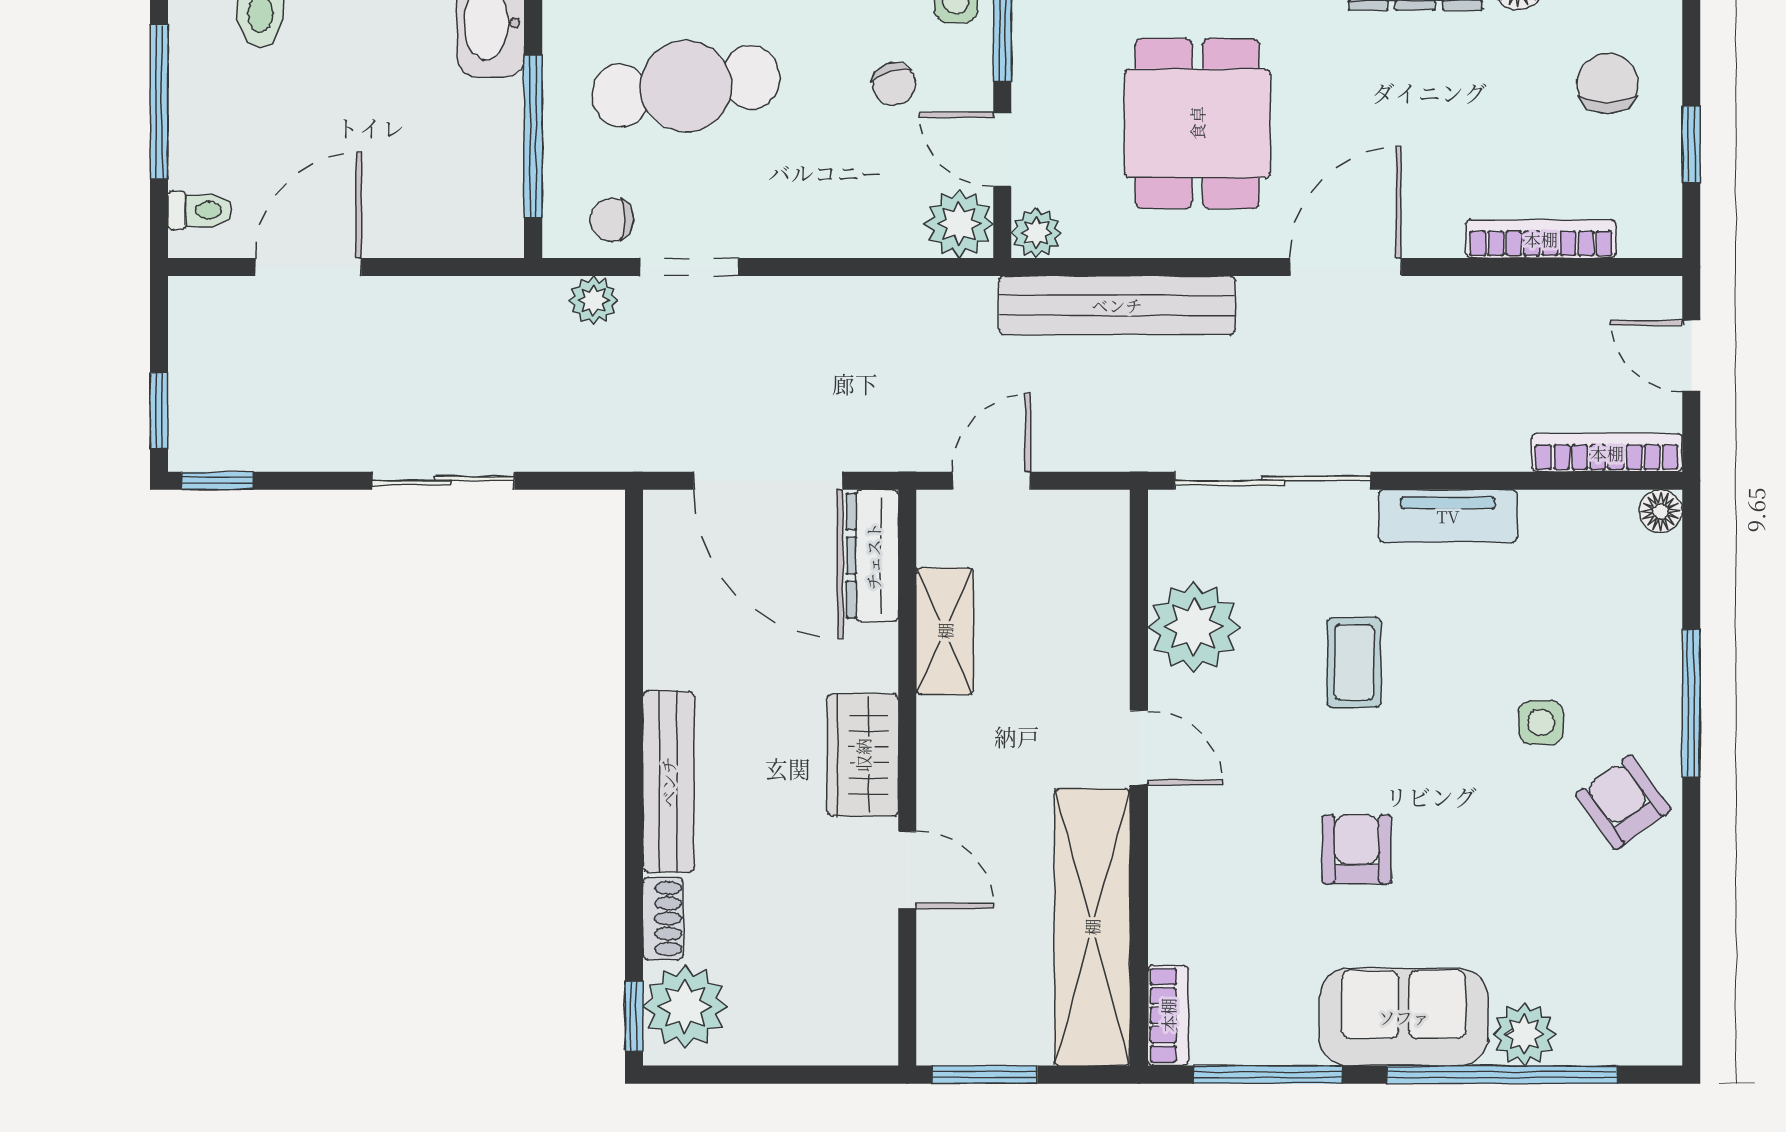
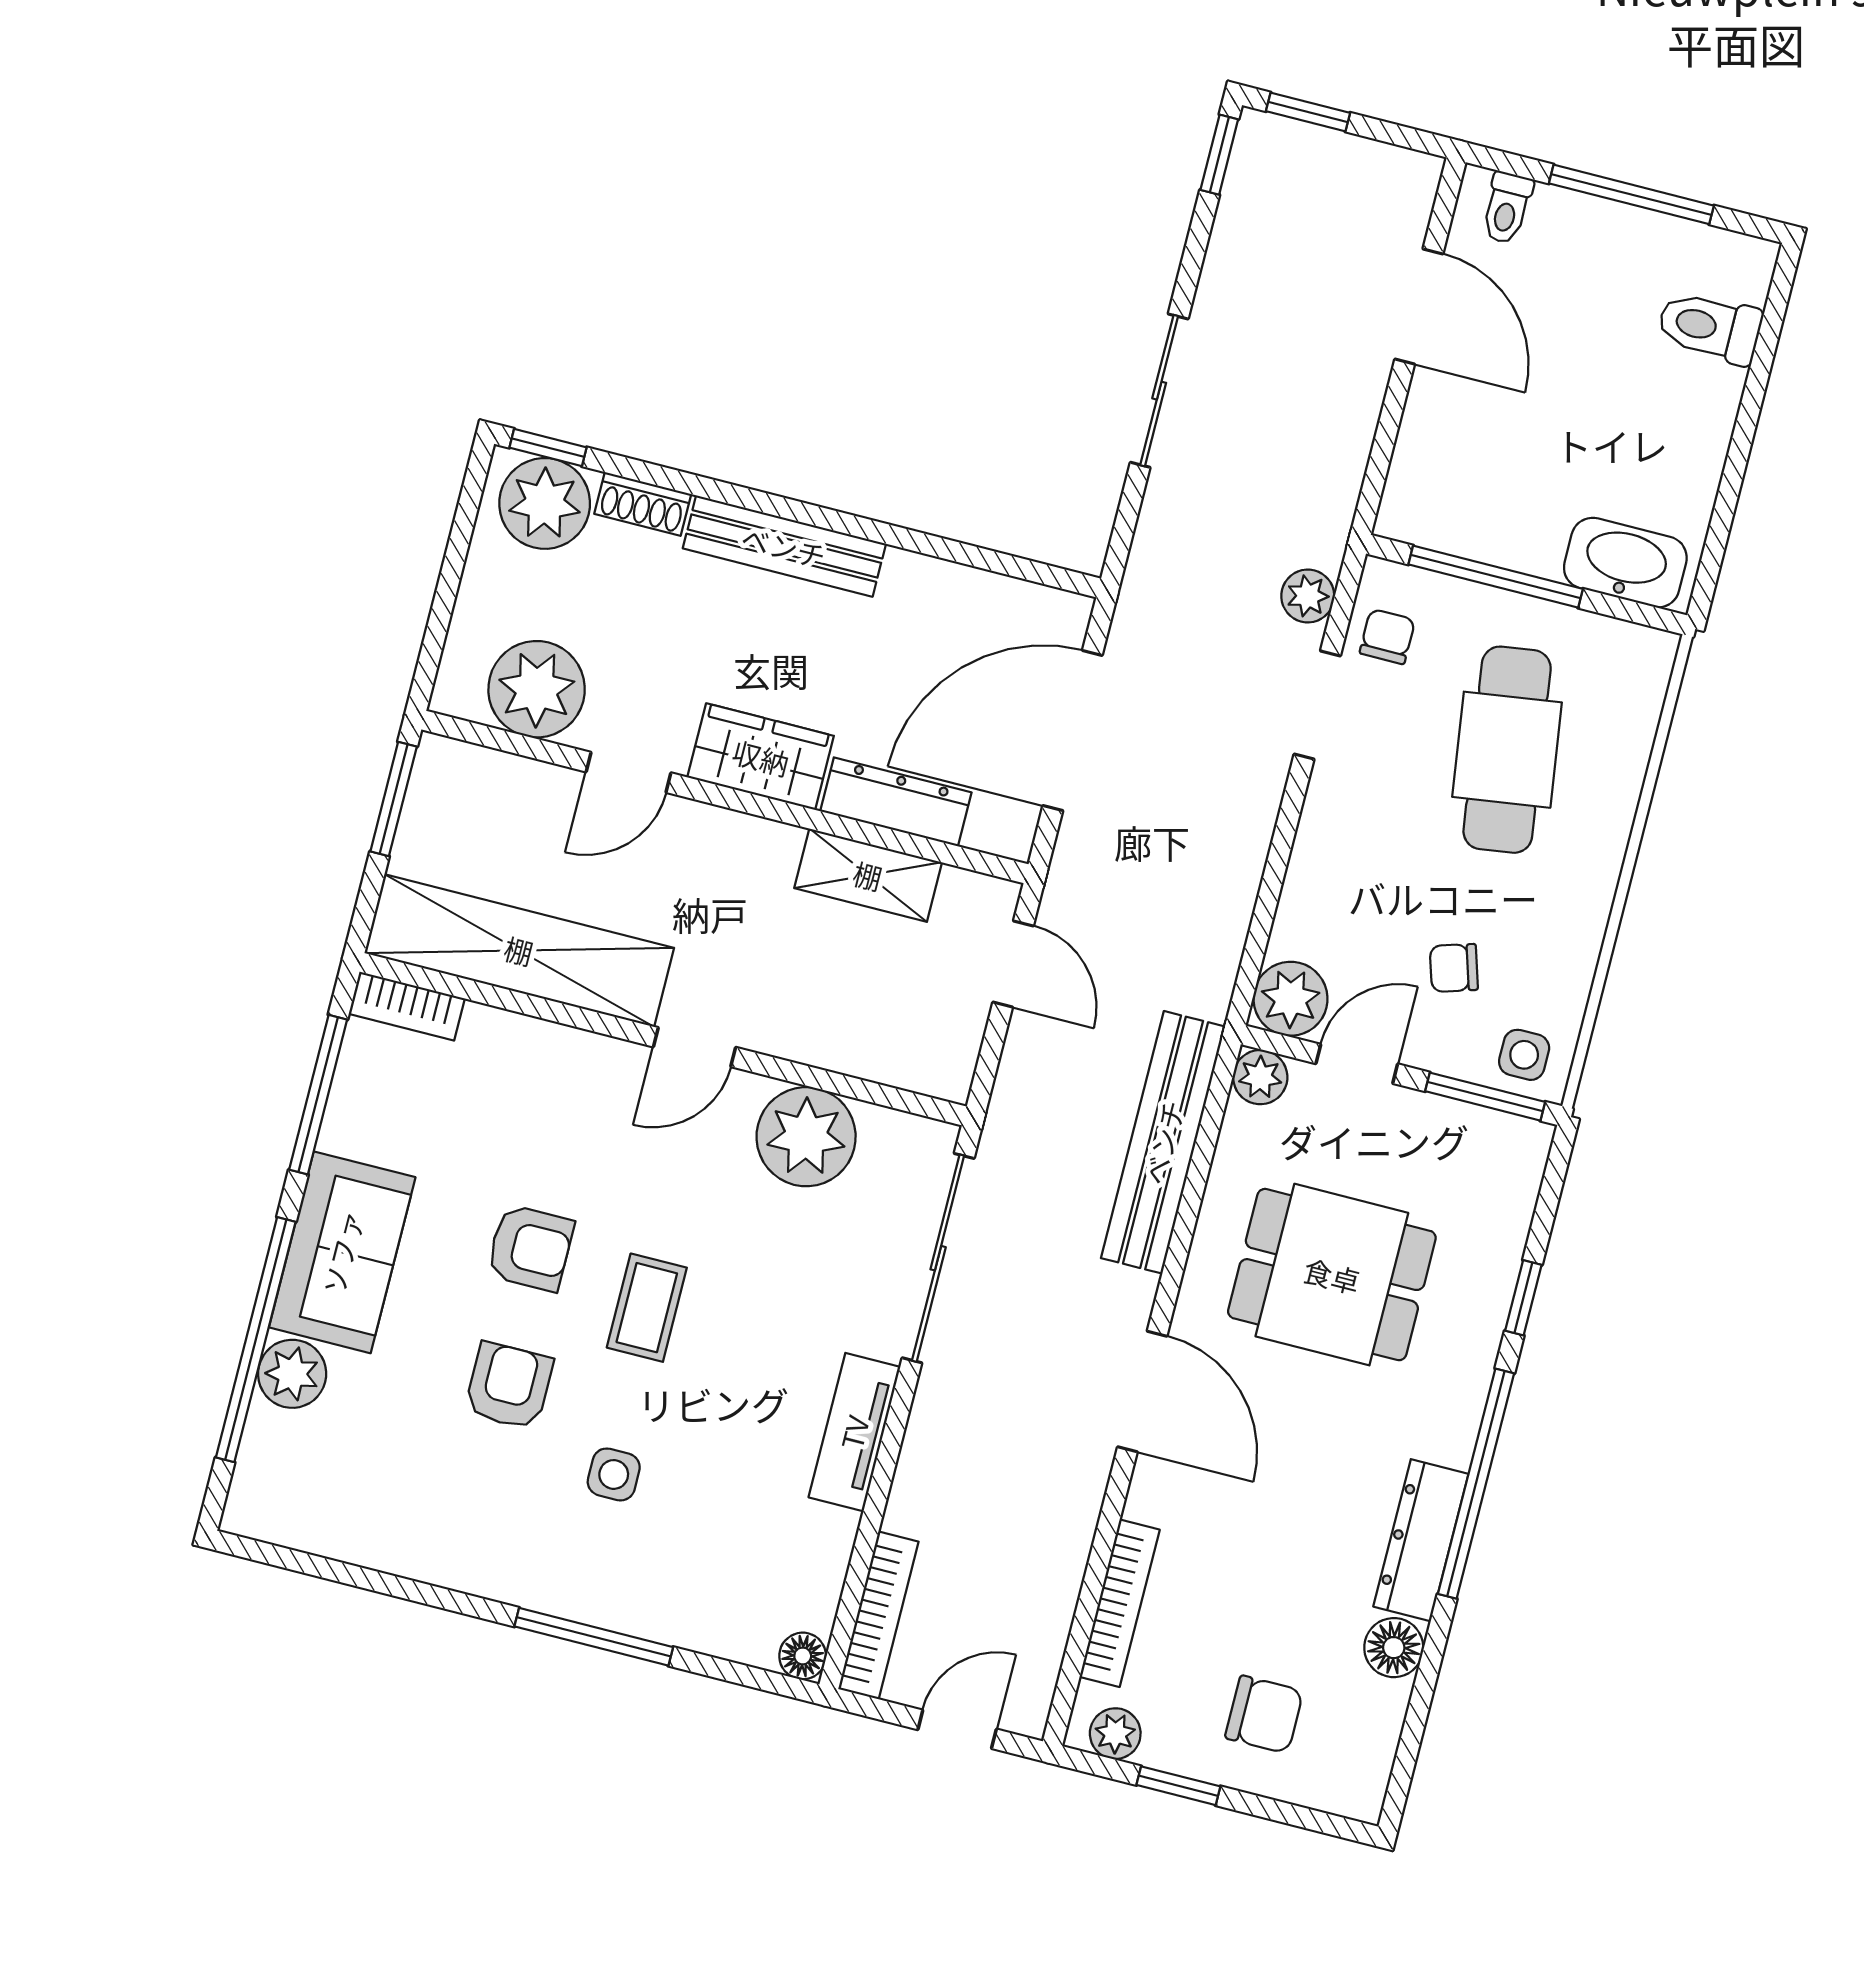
plant: (1659, 213) -> (1115, 1734), added
dresser: (873, 556) -> (896, 802), moved
coffee table: (1354, 662) -> (647, 1308), moved, turned 90
armchair: (1623, 802) -> (509, 1386), moved, turned -54
plant: (854, 971) -> (537, 689), added

